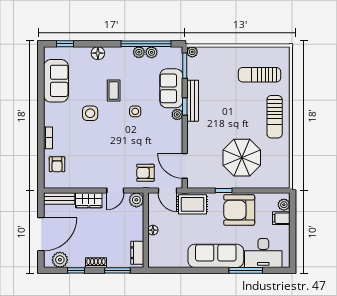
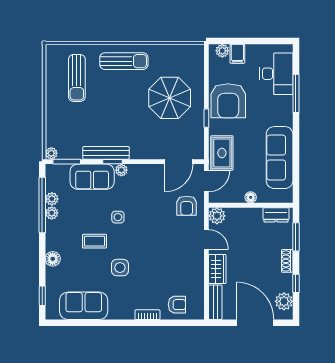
sofa: (216, 256) -> (280, 158), moved

